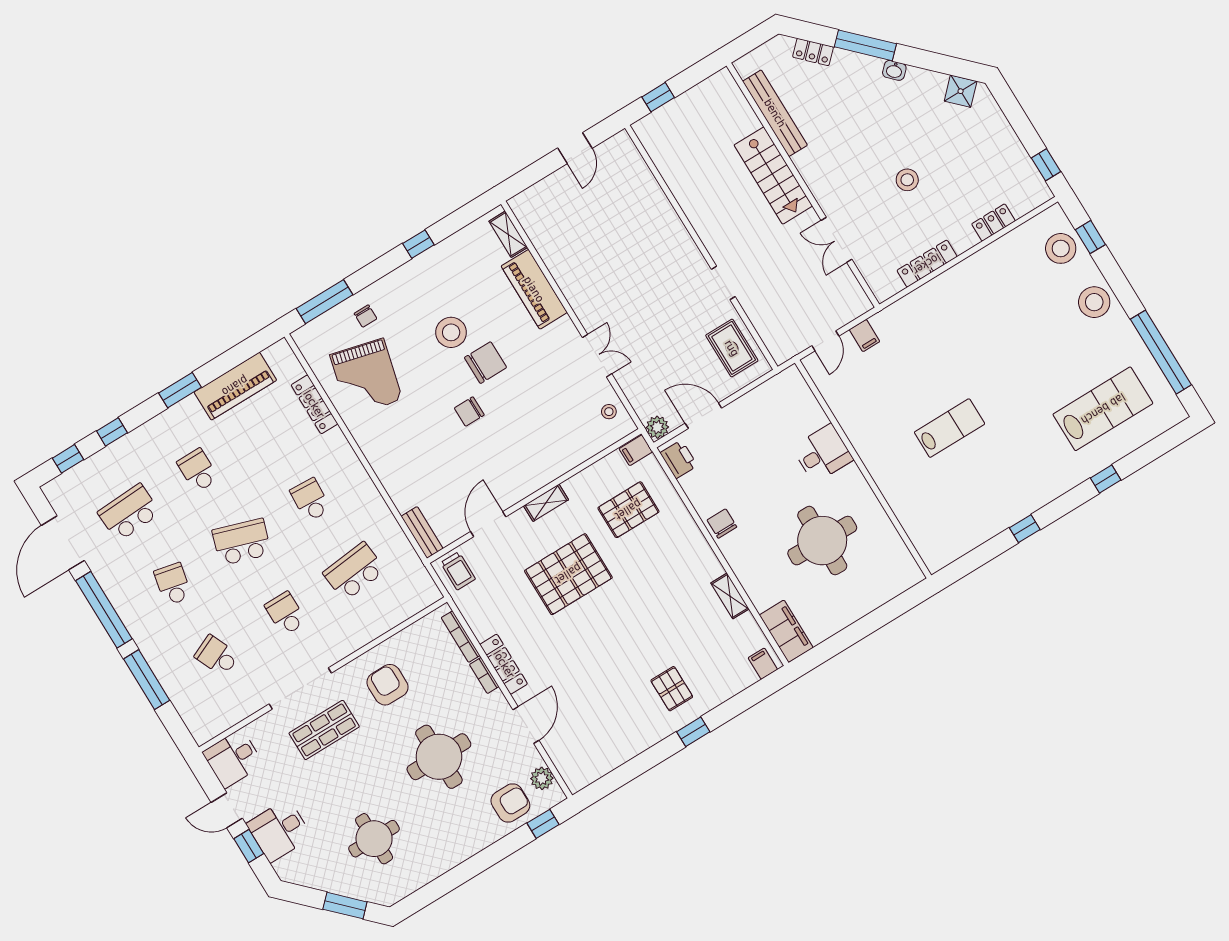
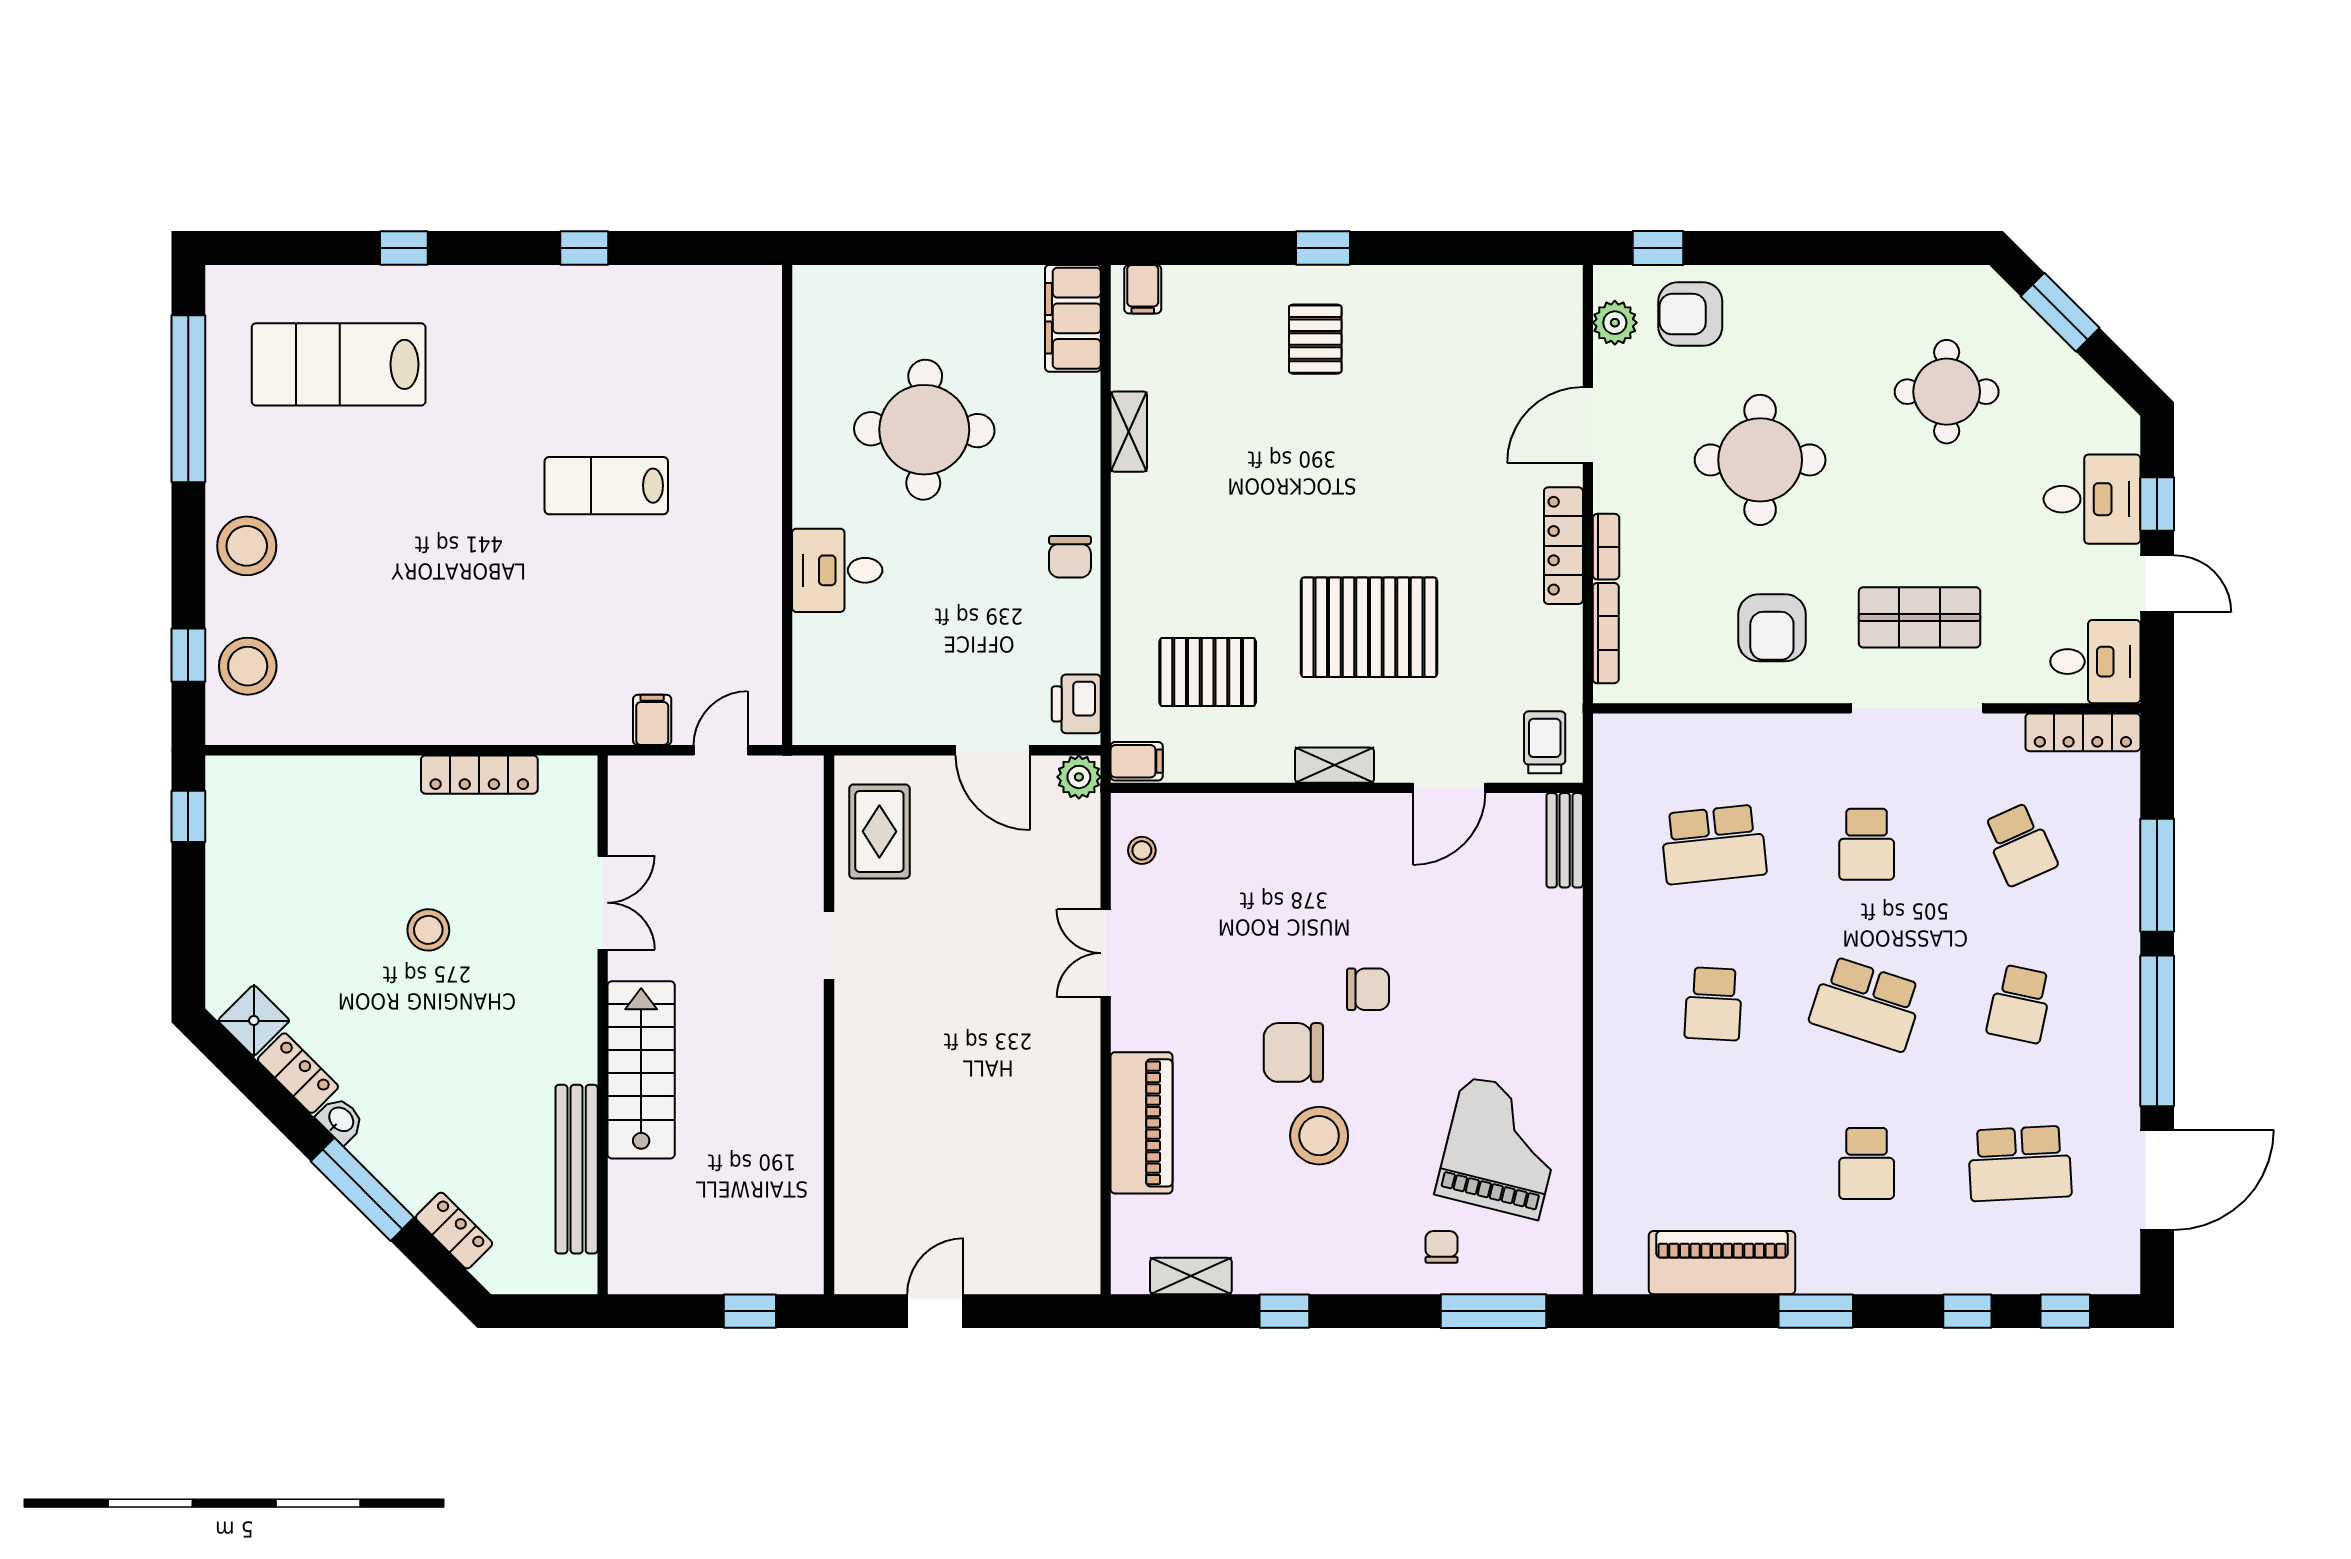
locker: (993, 222) -> (298, 1073), moved, turned -135
shelving: (508, 234) -> (1191, 1276), moved, turned 90
locker: (314, 404) -> (2083, 732), moved, turned 90

